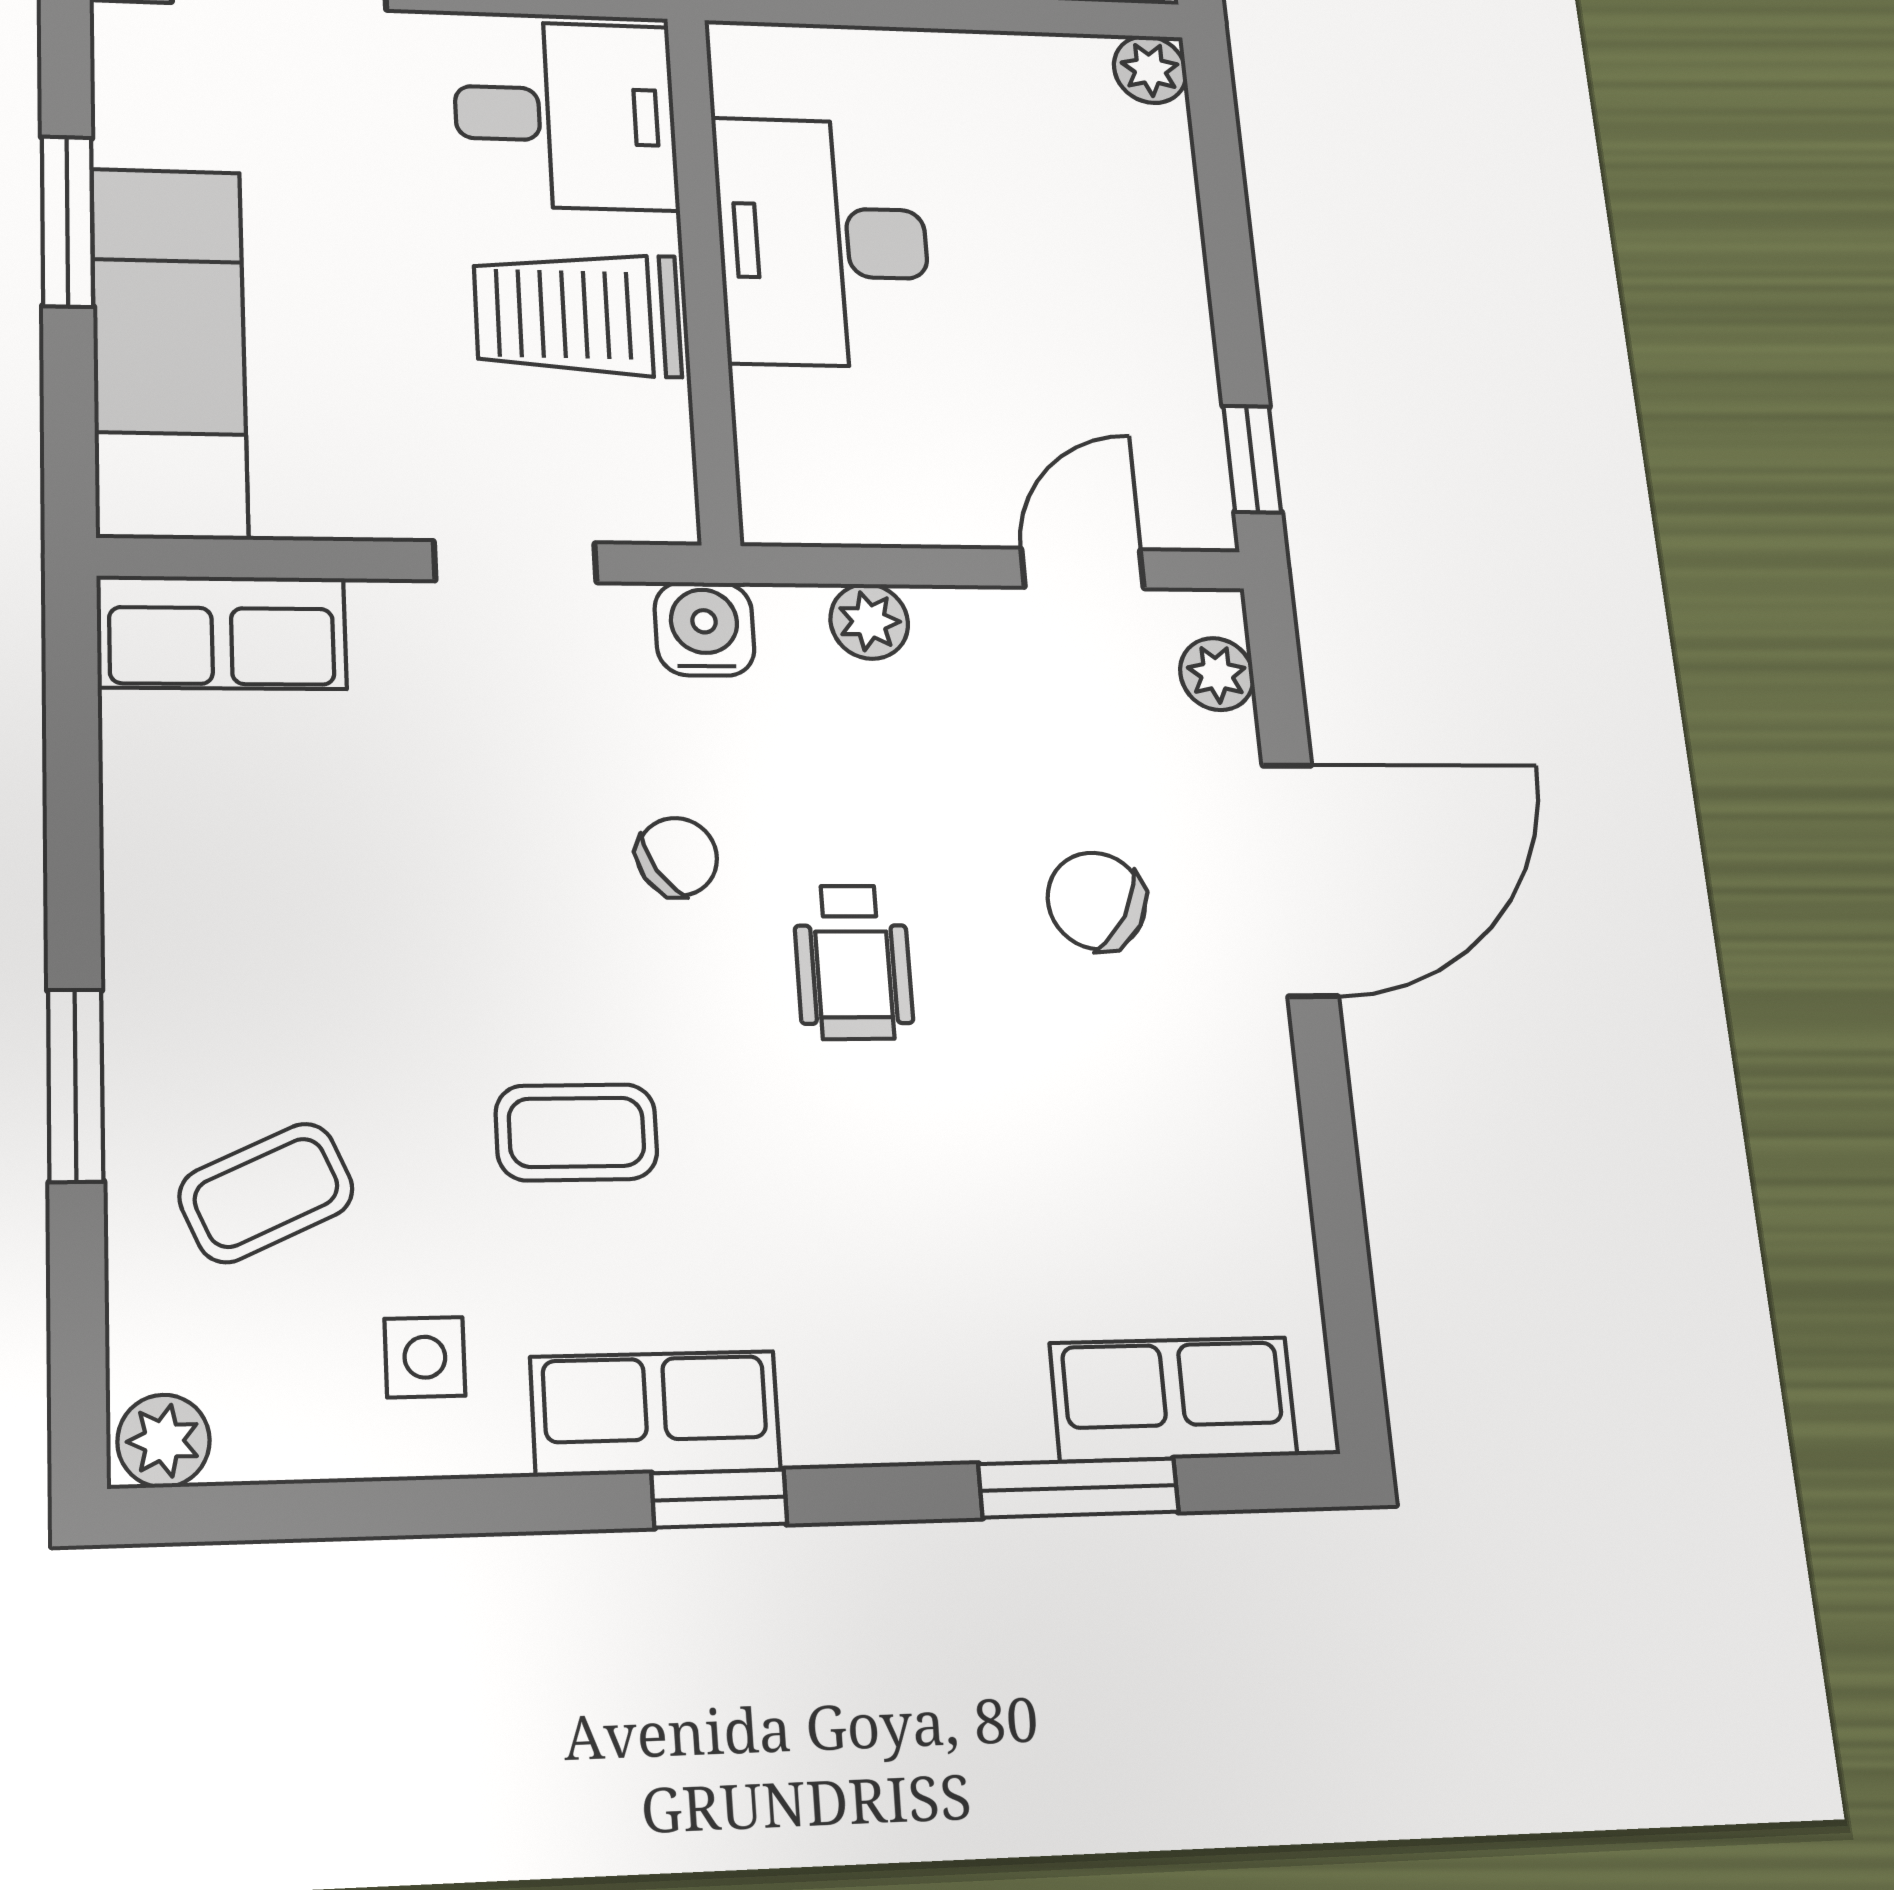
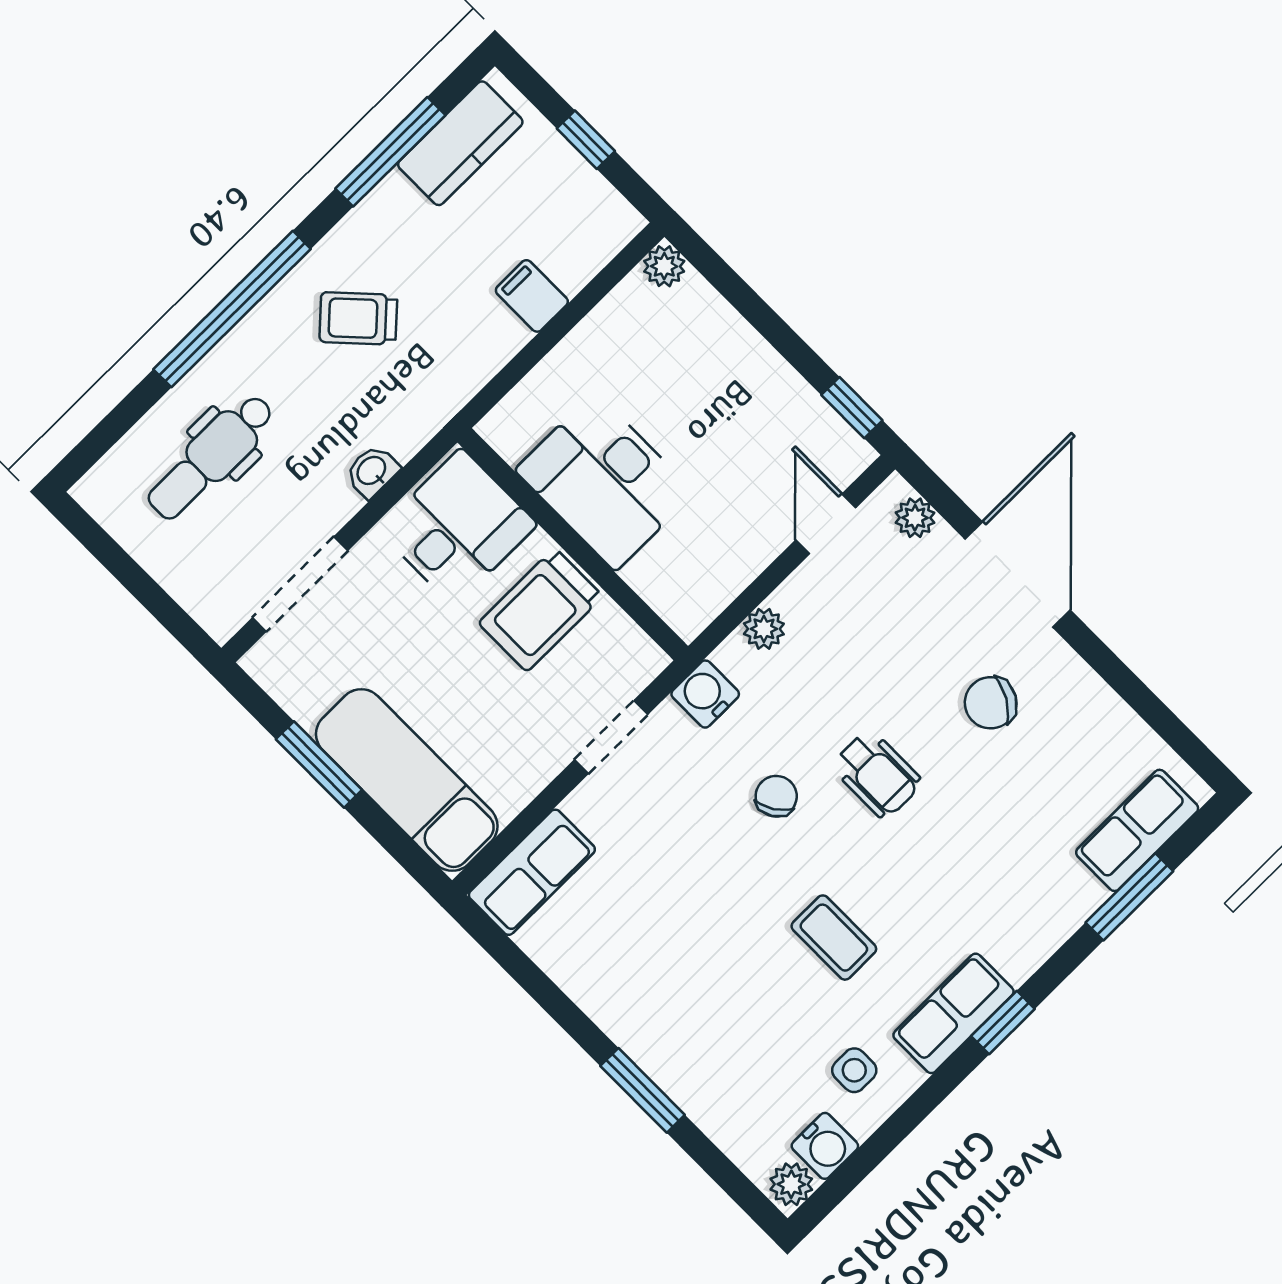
chair: (1096, 901) -> (991, 703), moved
coffee table: (576, 1132) -> (834, 938), turned 90
coffee table: (266, 1193) -> (745, 1065), removed
water cooler: (271, 1431) -> (825, 1146), added

